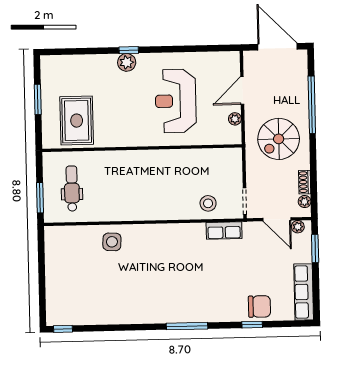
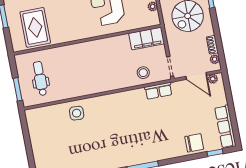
filing cabinet: (220, 159) -> (147, 39), added
window: (315, 248) -> (228, 93), removed
window: (252, 325) -> (215, 153), moved

